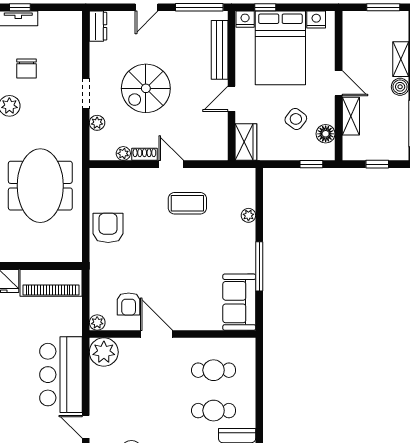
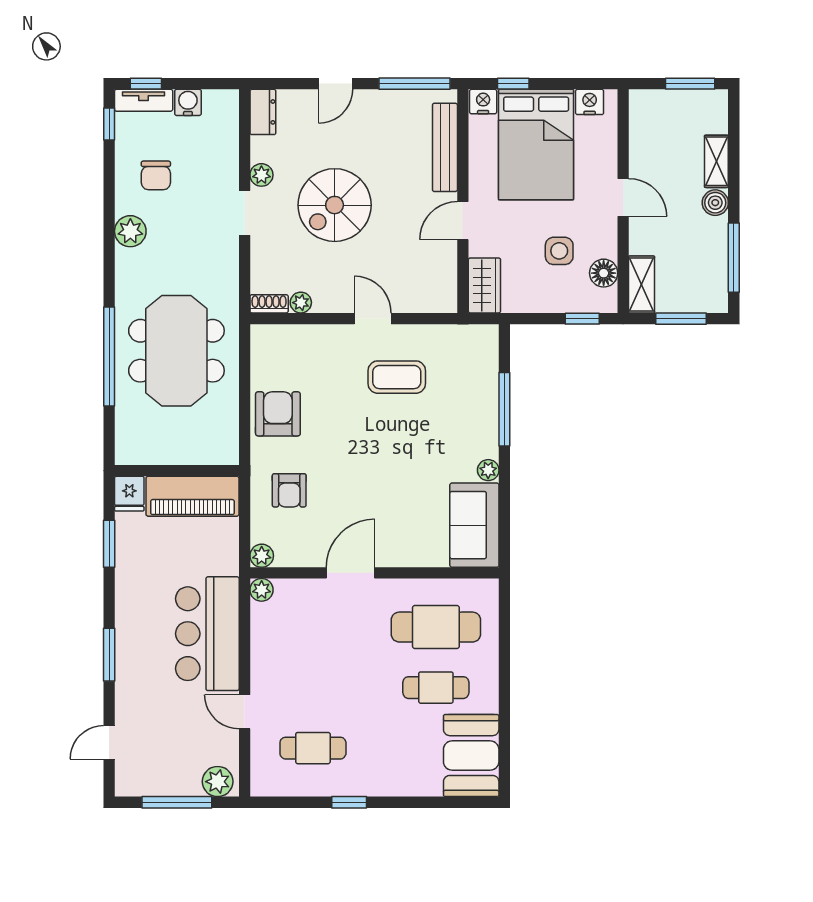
water cooler: (48, 20) -> (188, 102), added
shelving: (351, 116) -> (642, 284), moved
side table: (296, 119) -> (559, 251), turned -37
plant: (97, 123) -> (261, 175), moved
shoe rack: (144, 154) -> (269, 304), moved
window: (377, 164) -> (681, 319), width x1.50
plant: (248, 215) -> (488, 470), moved
window: (259, 266) -> (504, 409), moved
armchair: (129, 304) -> (289, 490), moved
door: (157, 334) -> (351, 573), hinge flipped
plant: (104, 352) -> (262, 590), width x0.53, depth x0.53
cafe table: (214, 370) -> (436, 627), width x1.37, depth x1.35

